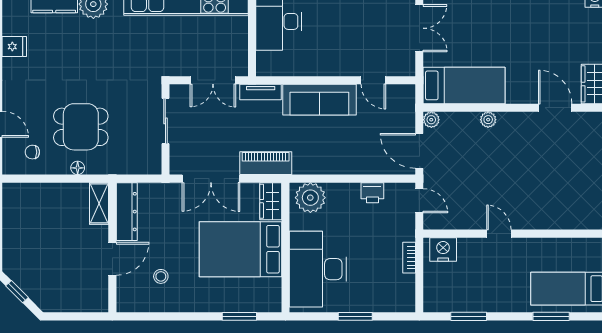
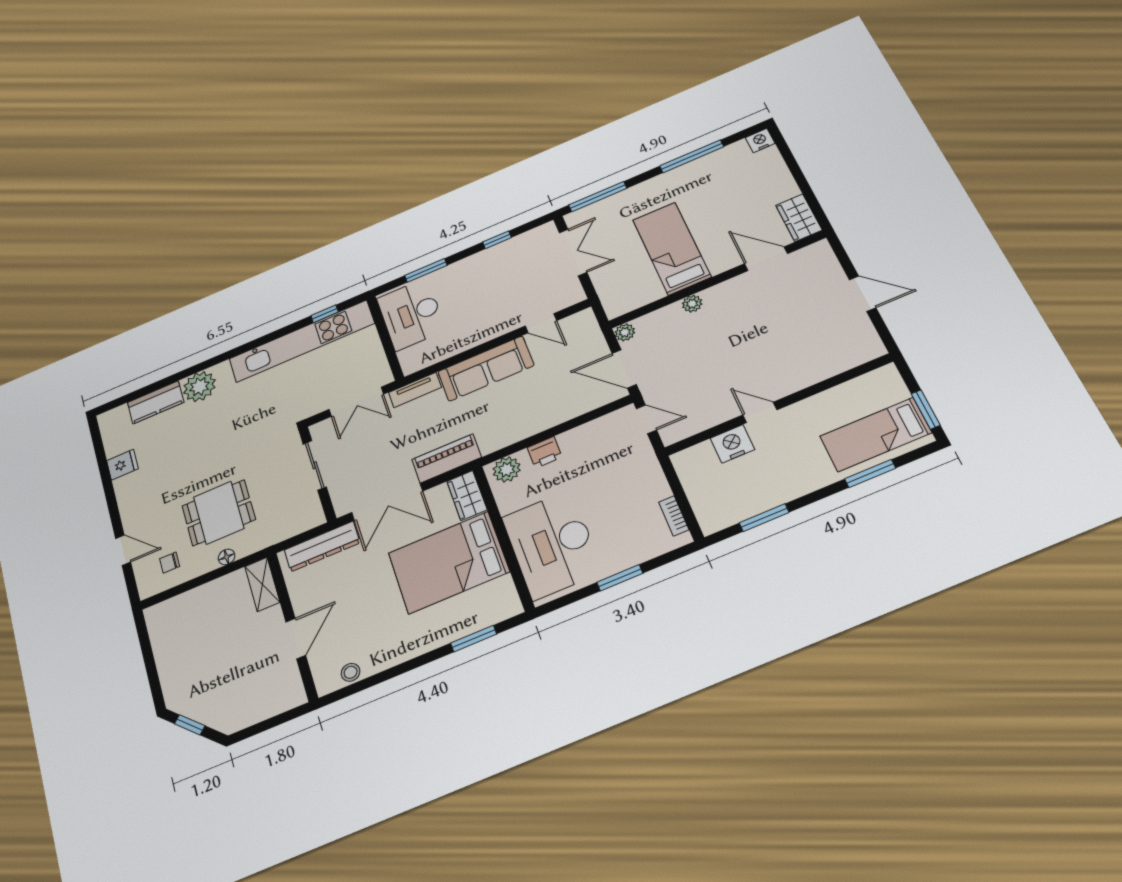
bed: (464, 85) -> (672, 248), moved, turned -90
printer: (372, 193) -> (545, 452), moved
plant: (310, 198) -> (507, 469), width x0.73, depth x0.73
dresser: (127, 212) -> (322, 546), moved, turned 90
nightstand: (443, 249) -> (732, 444), moved
bookcase: (409, 258) -> (674, 516), moved
stool: (161, 276) -> (351, 672), moved

